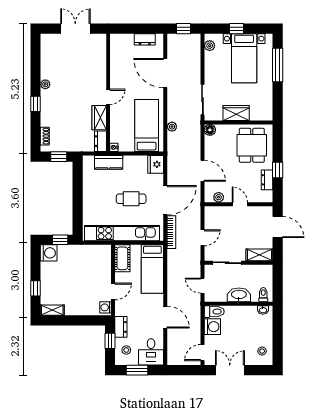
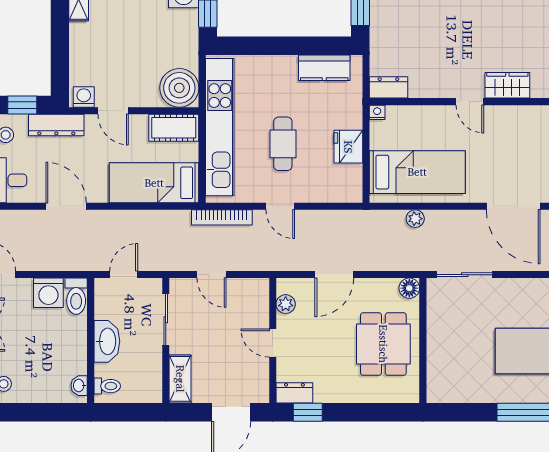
door: (165, 73) -> (513, 206), swing flipped
wardrobe: (236, 113) -> (440, 336), removed
wardrobe: (99, 118) -> (507, 85), moved
dining table: (252, 145) -> (383, 344), moved, turned 90
kitchen counter: (109, 162) -> (324, 68), moved, turned -90
fridge: (156, 164) -> (348, 147), moved, turned -90
window: (278, 170) -> (308, 412), moved
dresser: (267, 180) -> (294, 393), moved
door: (165, 200) -> (280, 206), width x0.53
door: (240, 204) -> (273, 343), swing flipped
boiler: (101, 255) -> (179, 88), added
door: (165, 317) -> (66, 206), swing flipped
dresser: (121, 327) -> (56, 125), width x1.44

